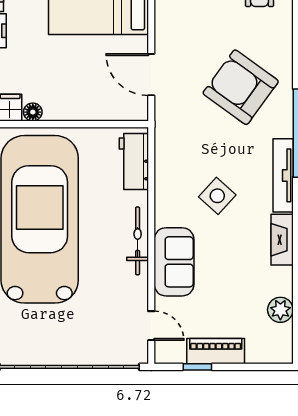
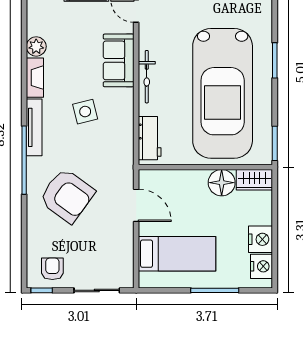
floor lamp: (33, 112) -> (222, 183), width x1.89, depth x1.89
side table: (217, 196) -> (85, 112), turned 34
plant: (280, 310) -> (36, 46), moved

